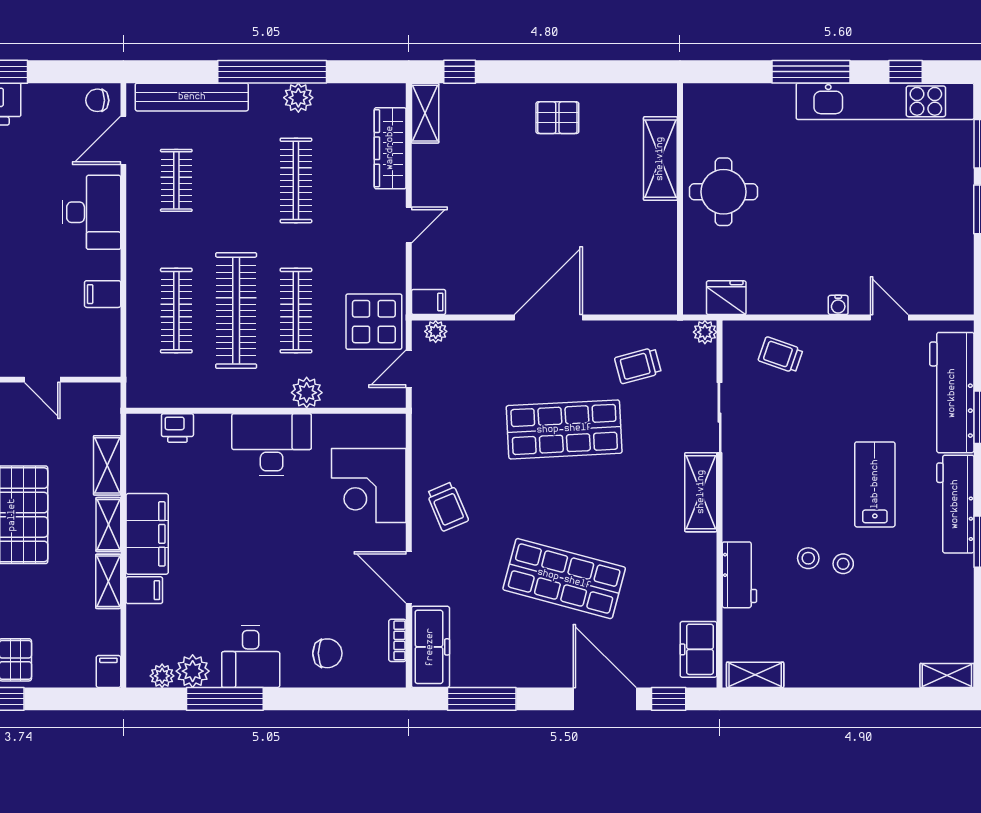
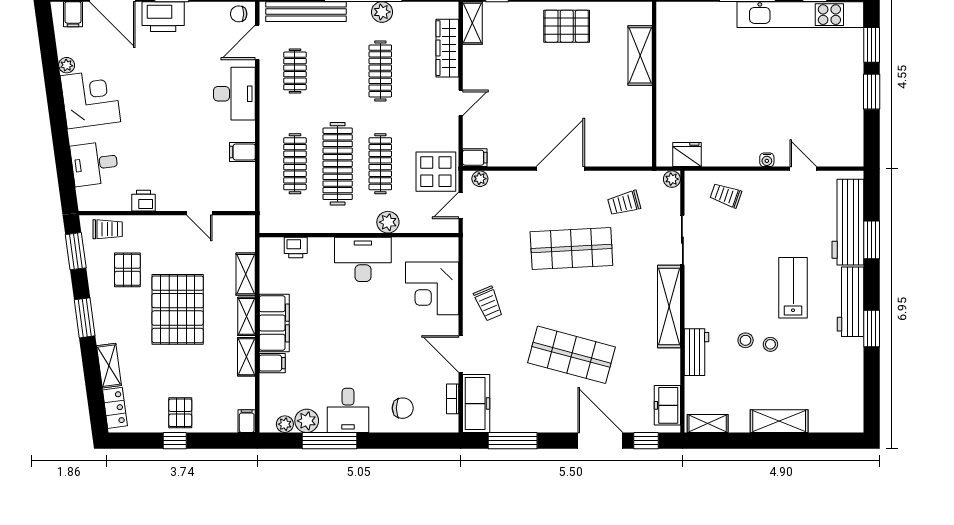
pallet: (557, 118) -> (567, 26), width x1.50, depth x1.42
round table: (723, 192) -> (685, 79), removed
shelving: (701, 492) -> (669, 306), width x1.47
shelving: (947, 676) -> (779, 421), moved, width x1.50, depth x1.33

